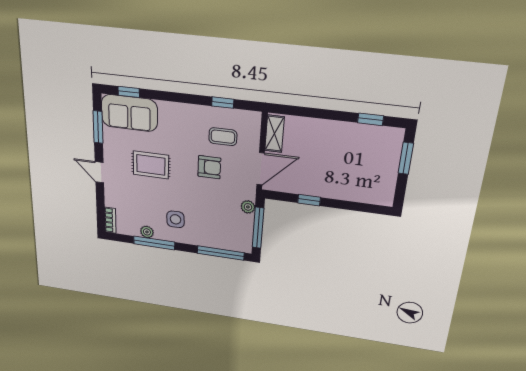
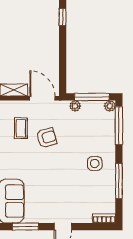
rug: (151, 165) -> (51, 184), removed
armchair: (209, 167) -> (47, 138), turned 74
window: (309, 200) -> (63, 17), moved
plant: (147, 232) -> (110, 106), moved

